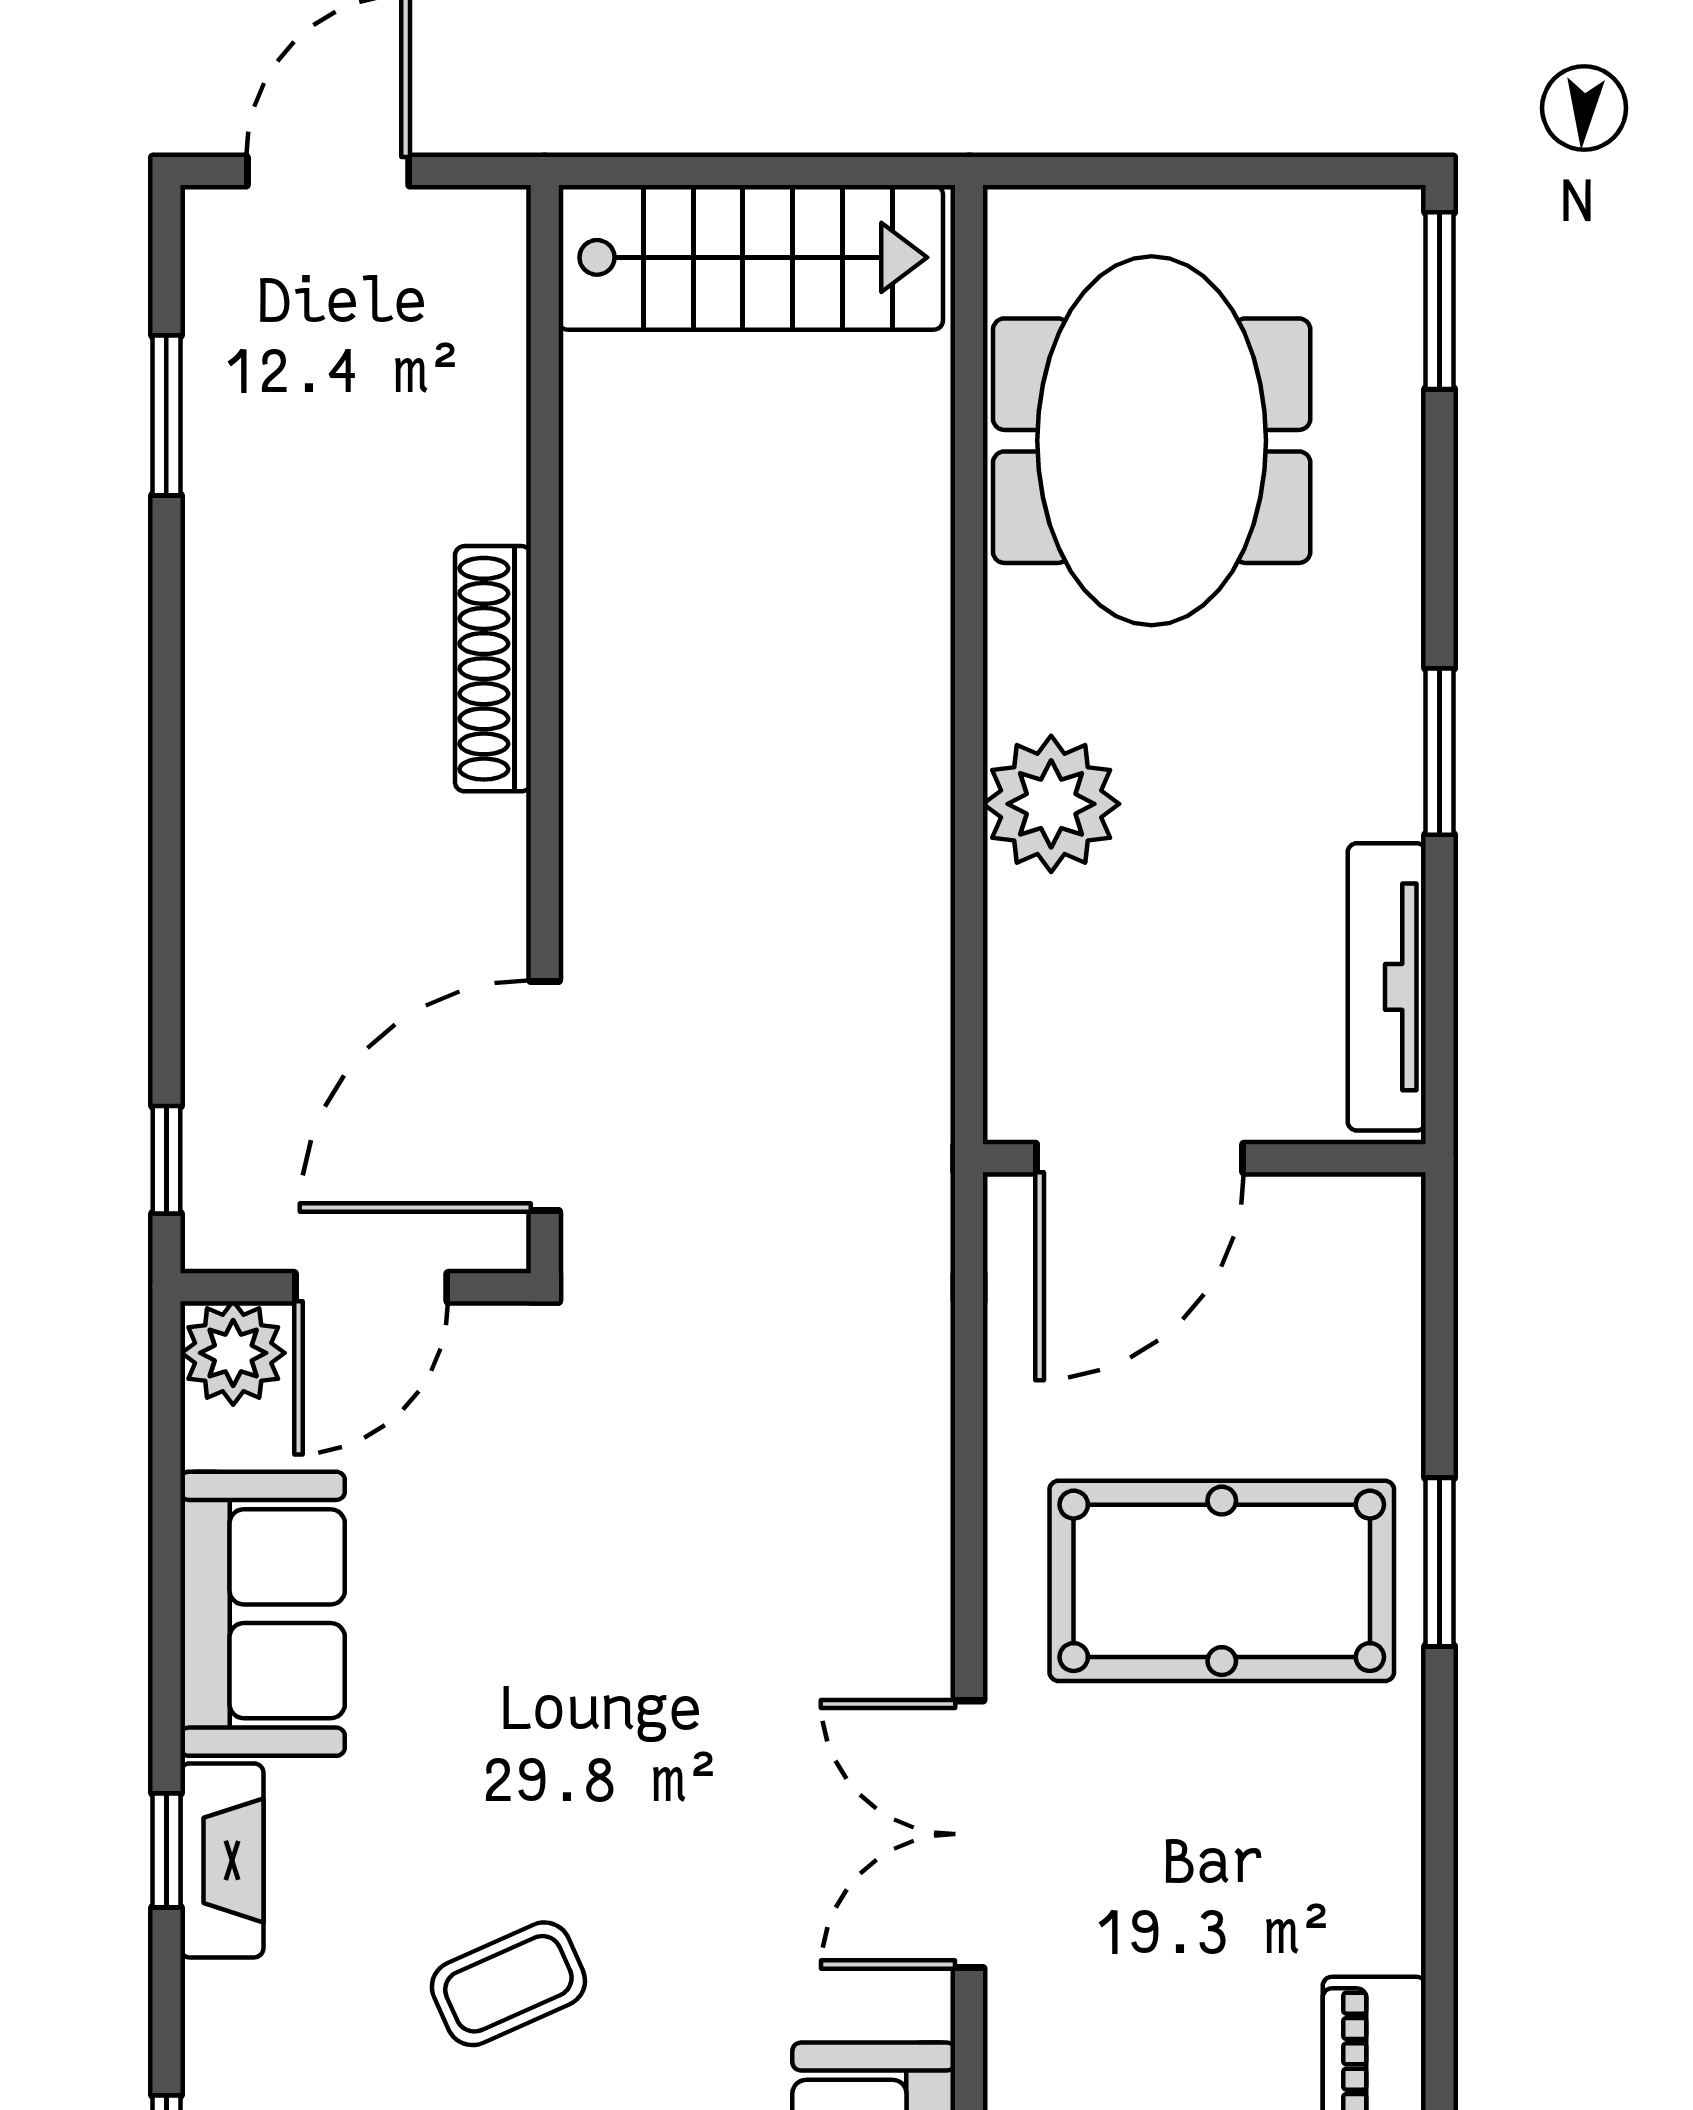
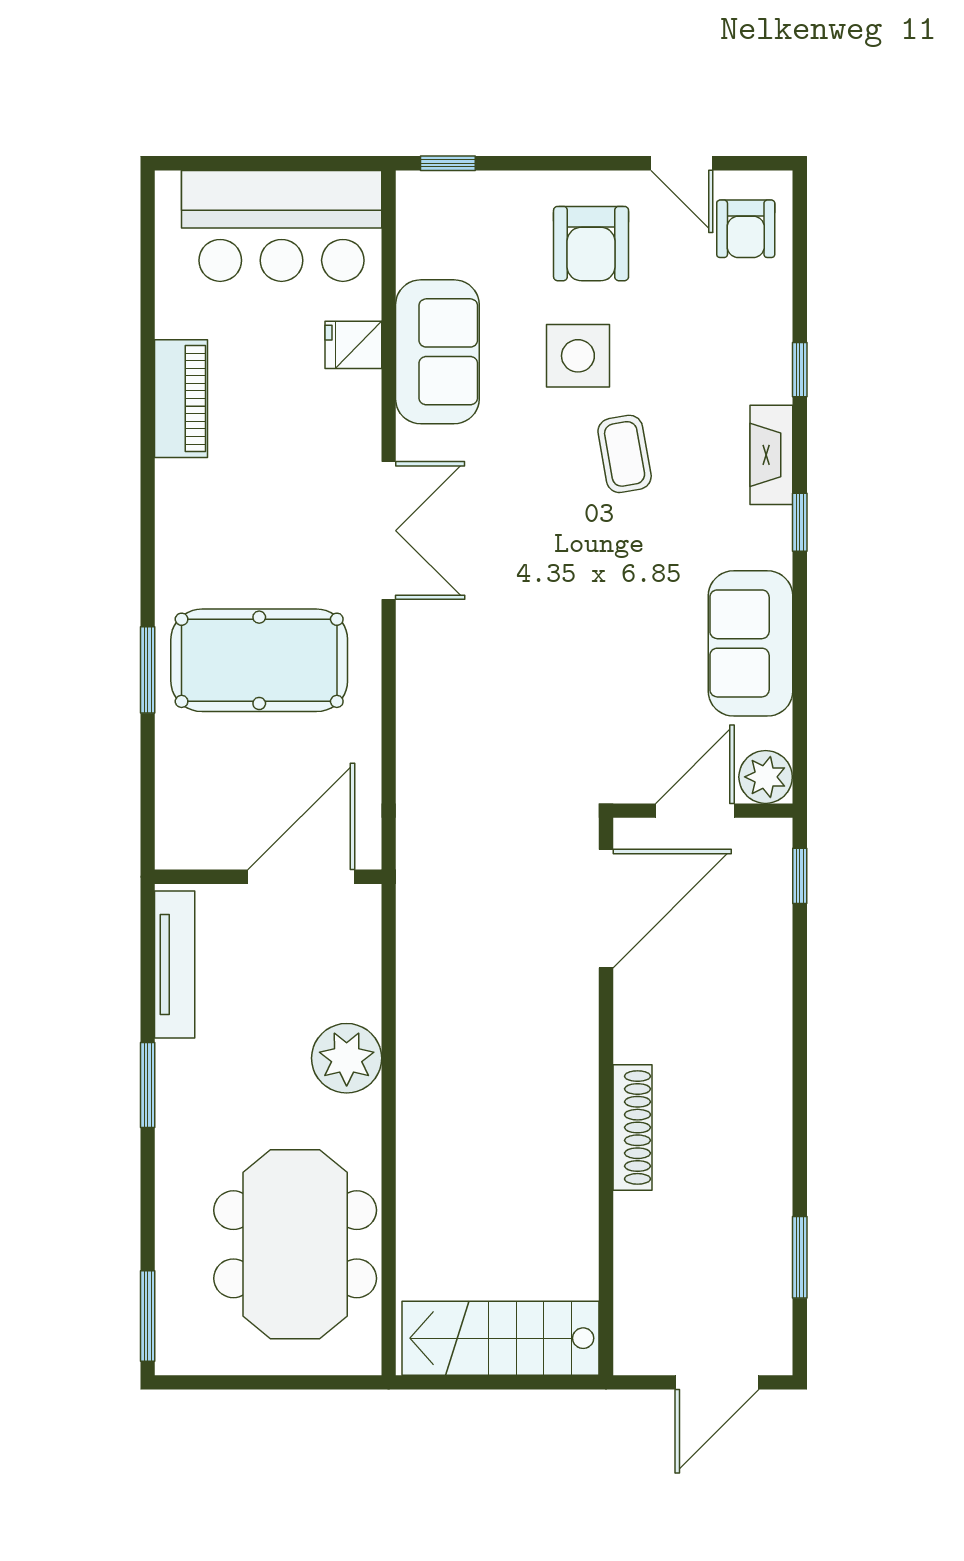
fireplace: (222, 1860) -> (771, 455), moved
coffee table: (508, 1984) -> (625, 454), turned -76

